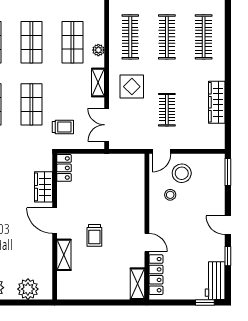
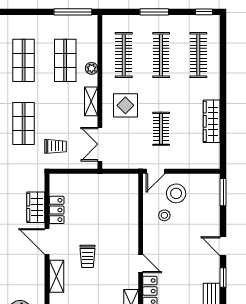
locker: (64, 168) -> (57, 210), moved

